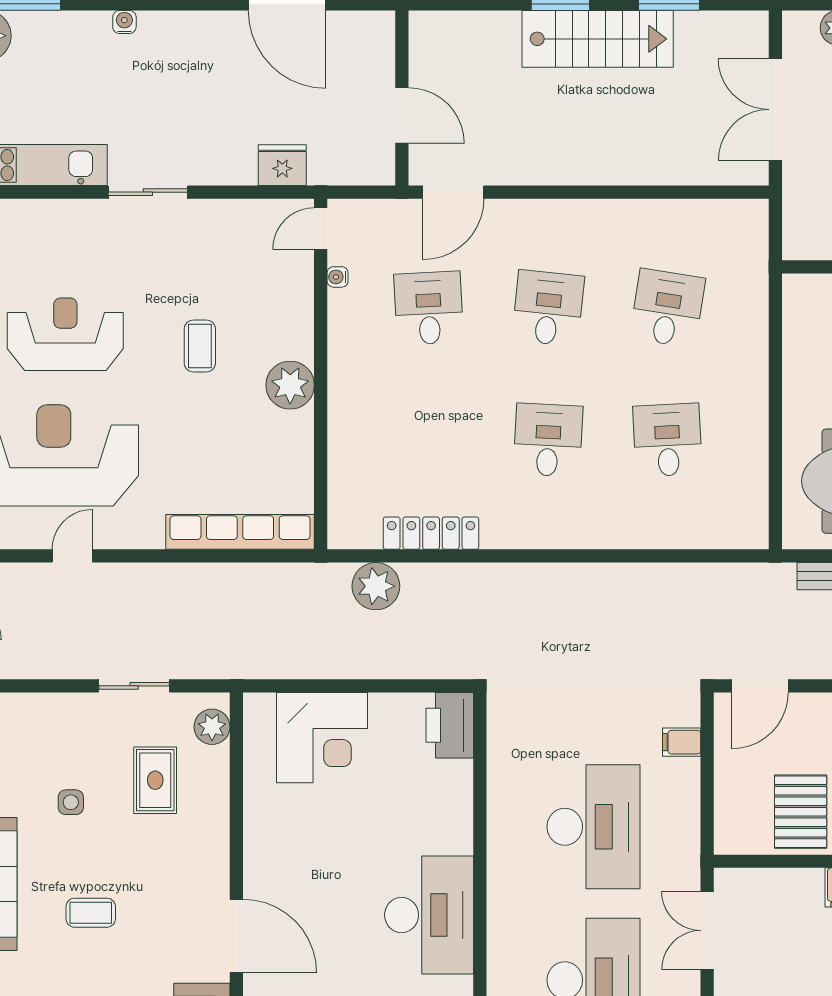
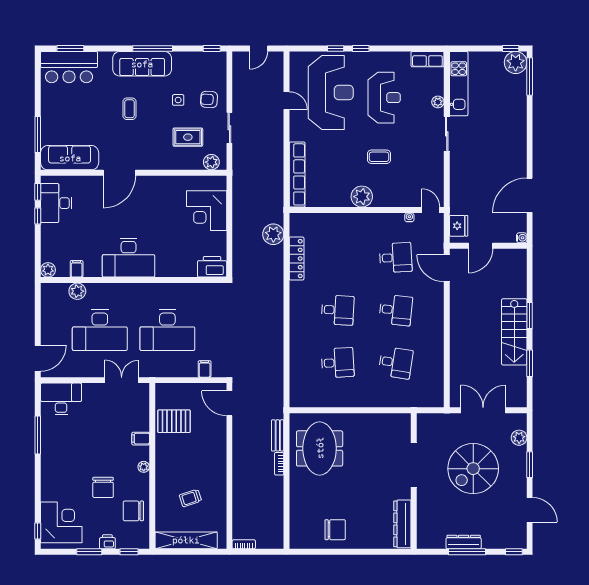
water cooler: (124, 22) -> (522, 238), moved
fridge: (282, 165) -> (459, 226), moved
plant: (75, 212) -> (438, 102), added
armchair: (70, 732) -> (209, 99), added

